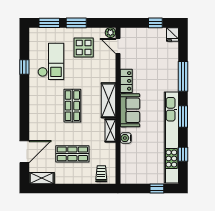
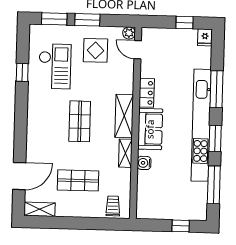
kitchen unit: (171, 137) -> (201, 125), moved
window: (183, 154) -> (214, 185), width x2.17

